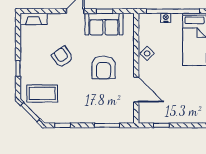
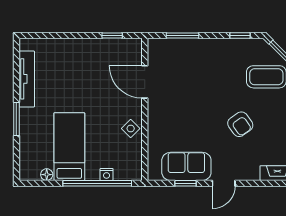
armchair: (104, 67) -> (187, 110), removed

